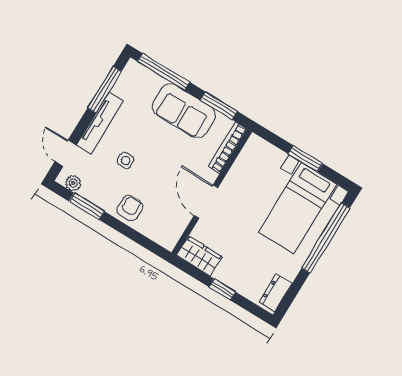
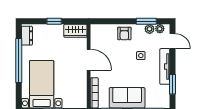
window: (105, 90) -> (173, 84), width x0.69
plant: (89, 192) -> (150, 29), added
window: (326, 238) -> (19, 60), moved

